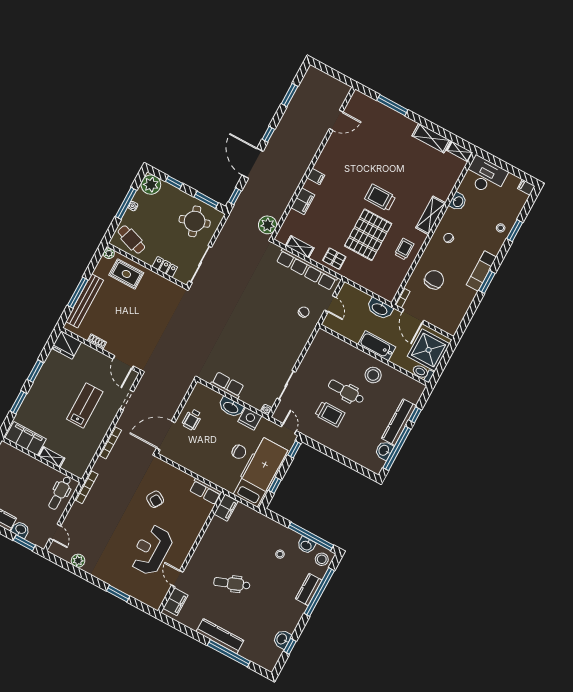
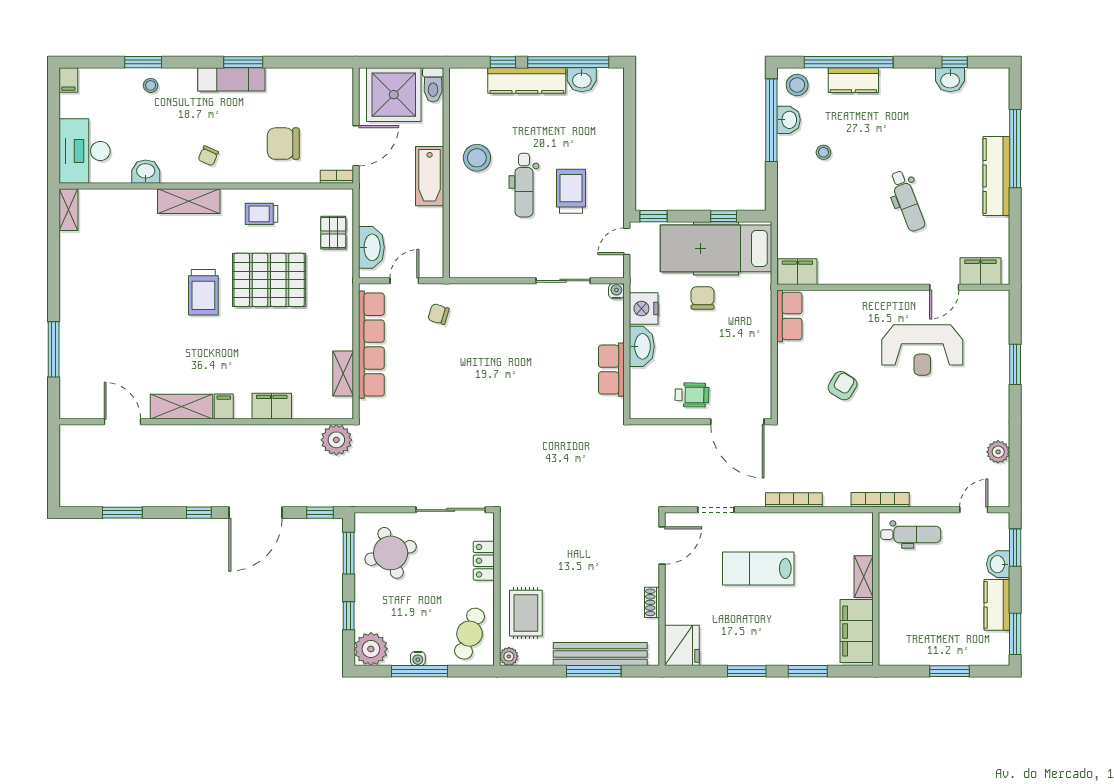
shelving: (431, 138) -> (181, 407), moved, turned 90
pallet: (334, 259) -> (333, 233), moved
washbasin: (380, 309) -> (371, 247), moved

